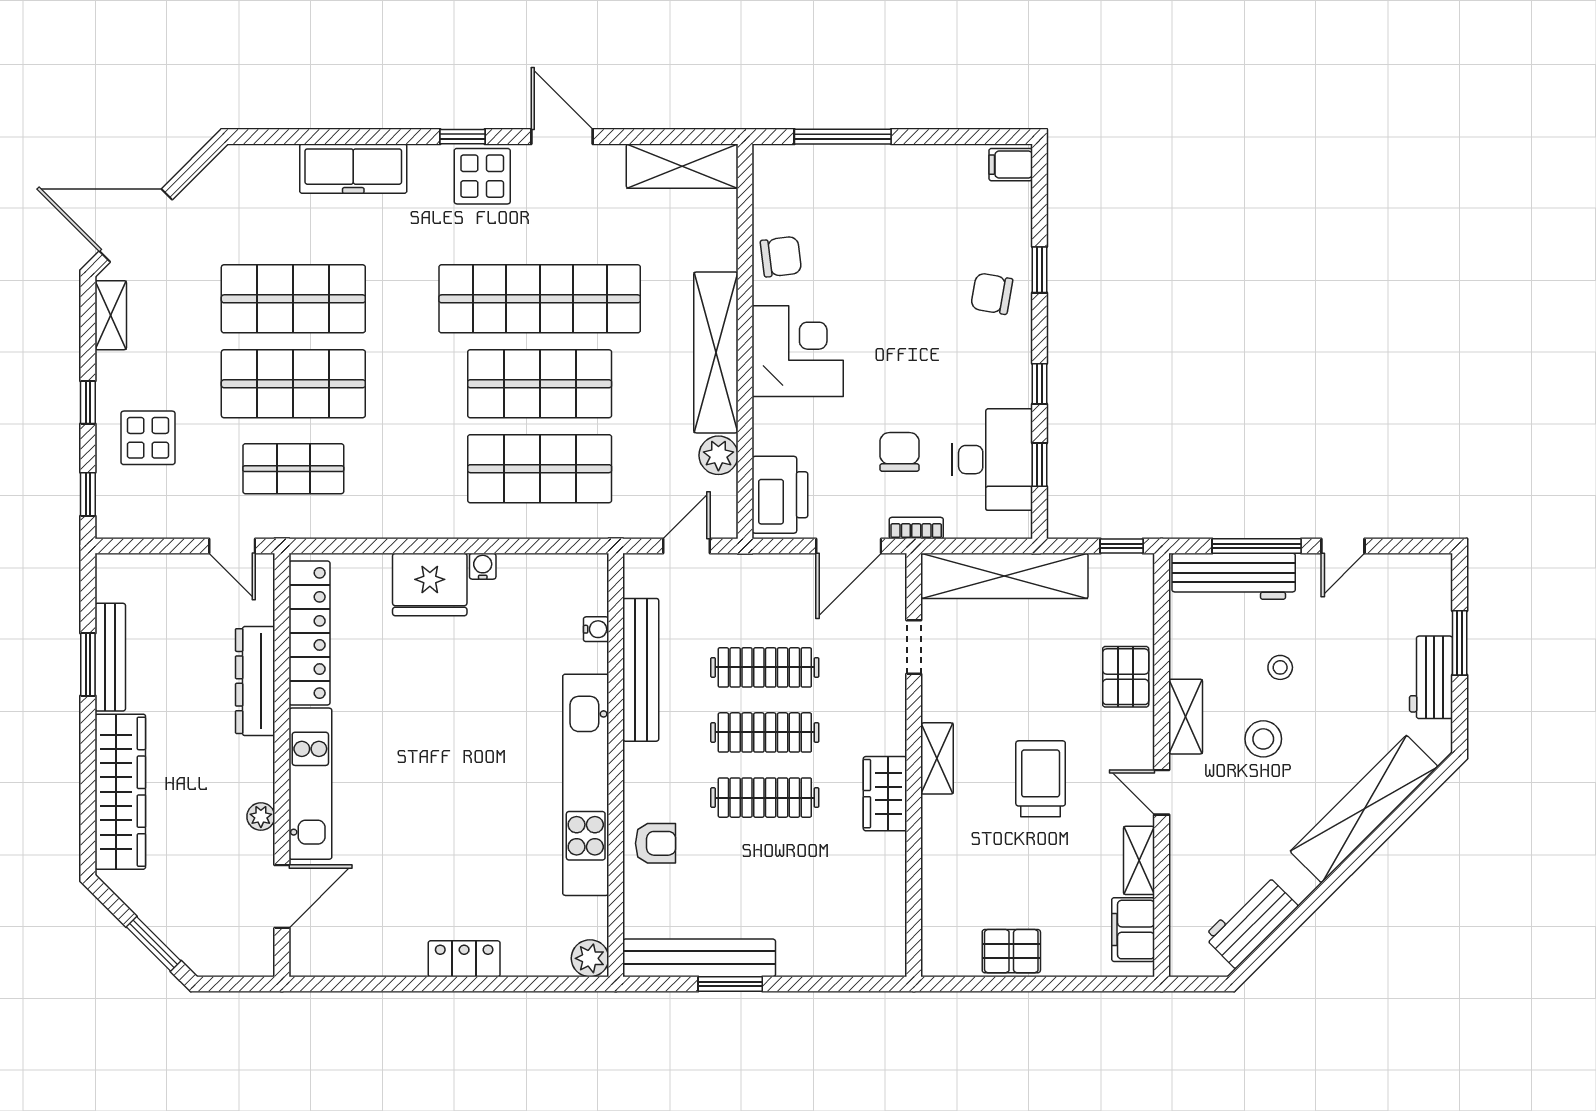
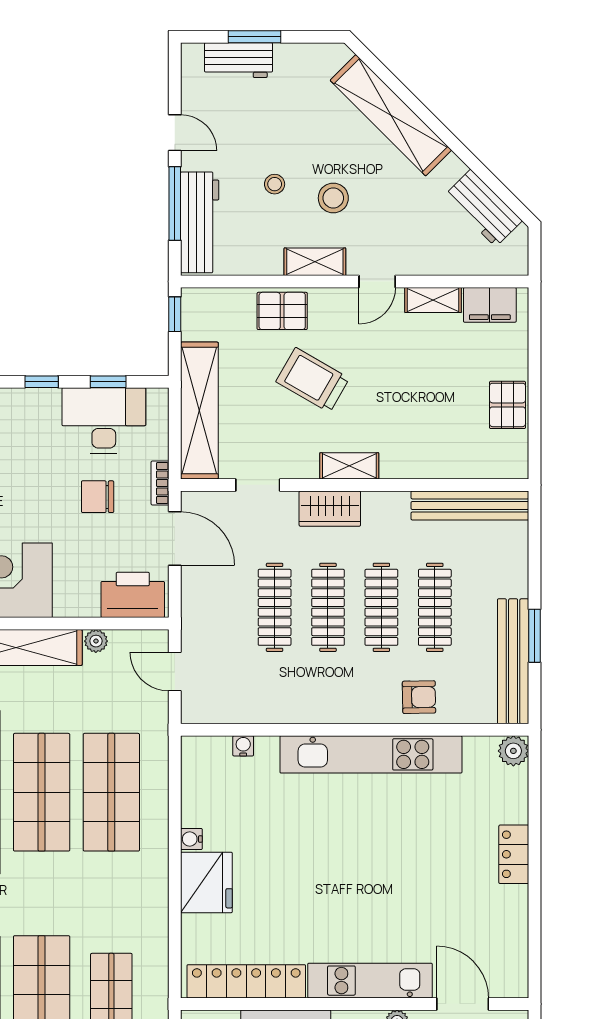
plant: (718, 455) -> (96, 641), width x0.73, depth x0.73
bench: (641, 670) -> (470, 505), moved
workbench: (1431, 677) -> (238, 60), moved
trolley: (1041, 779) -> (313, 380), moved, turned 30
wardrobe: (885, 794) -> (330, 509), moved
armchair: (655, 843) -> (419, 697), turned 89
clothes rail: (765, 863) -> (435, 607), added

